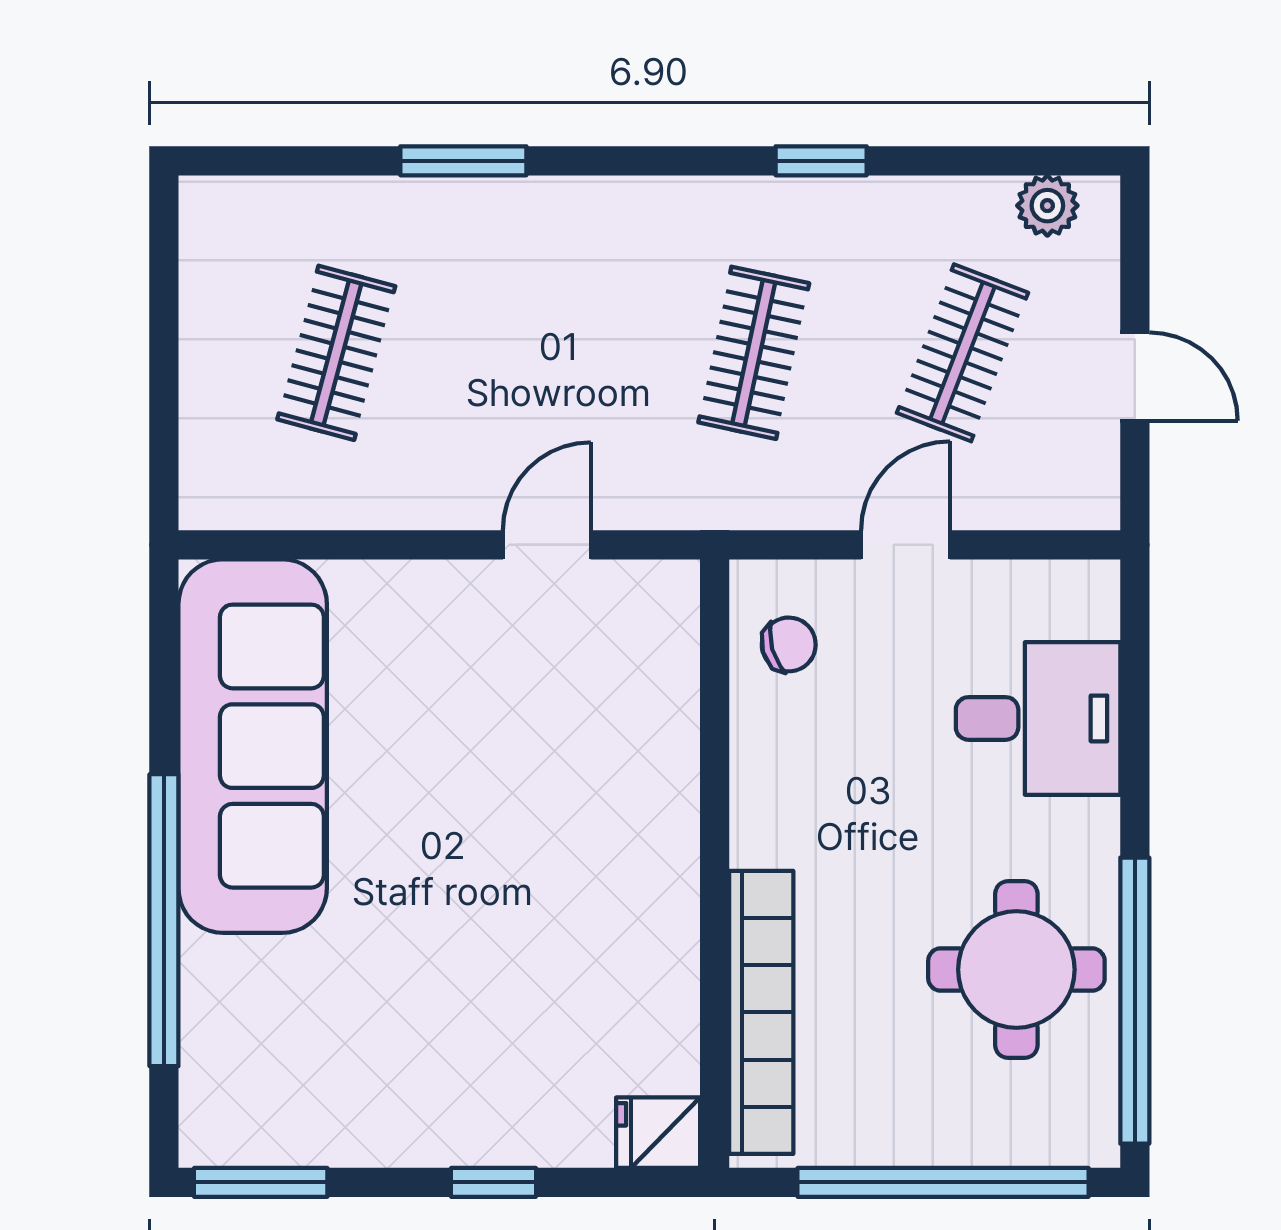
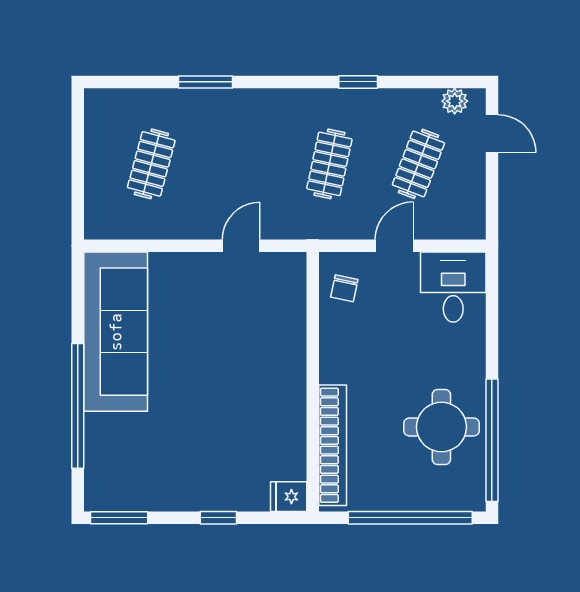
door: (1135, 377) -> (492, 134), moved
chair: (789, 644) -> (344, 288), turned 118
desk: (1038, 718) -> (453, 287), moved, turned -90

